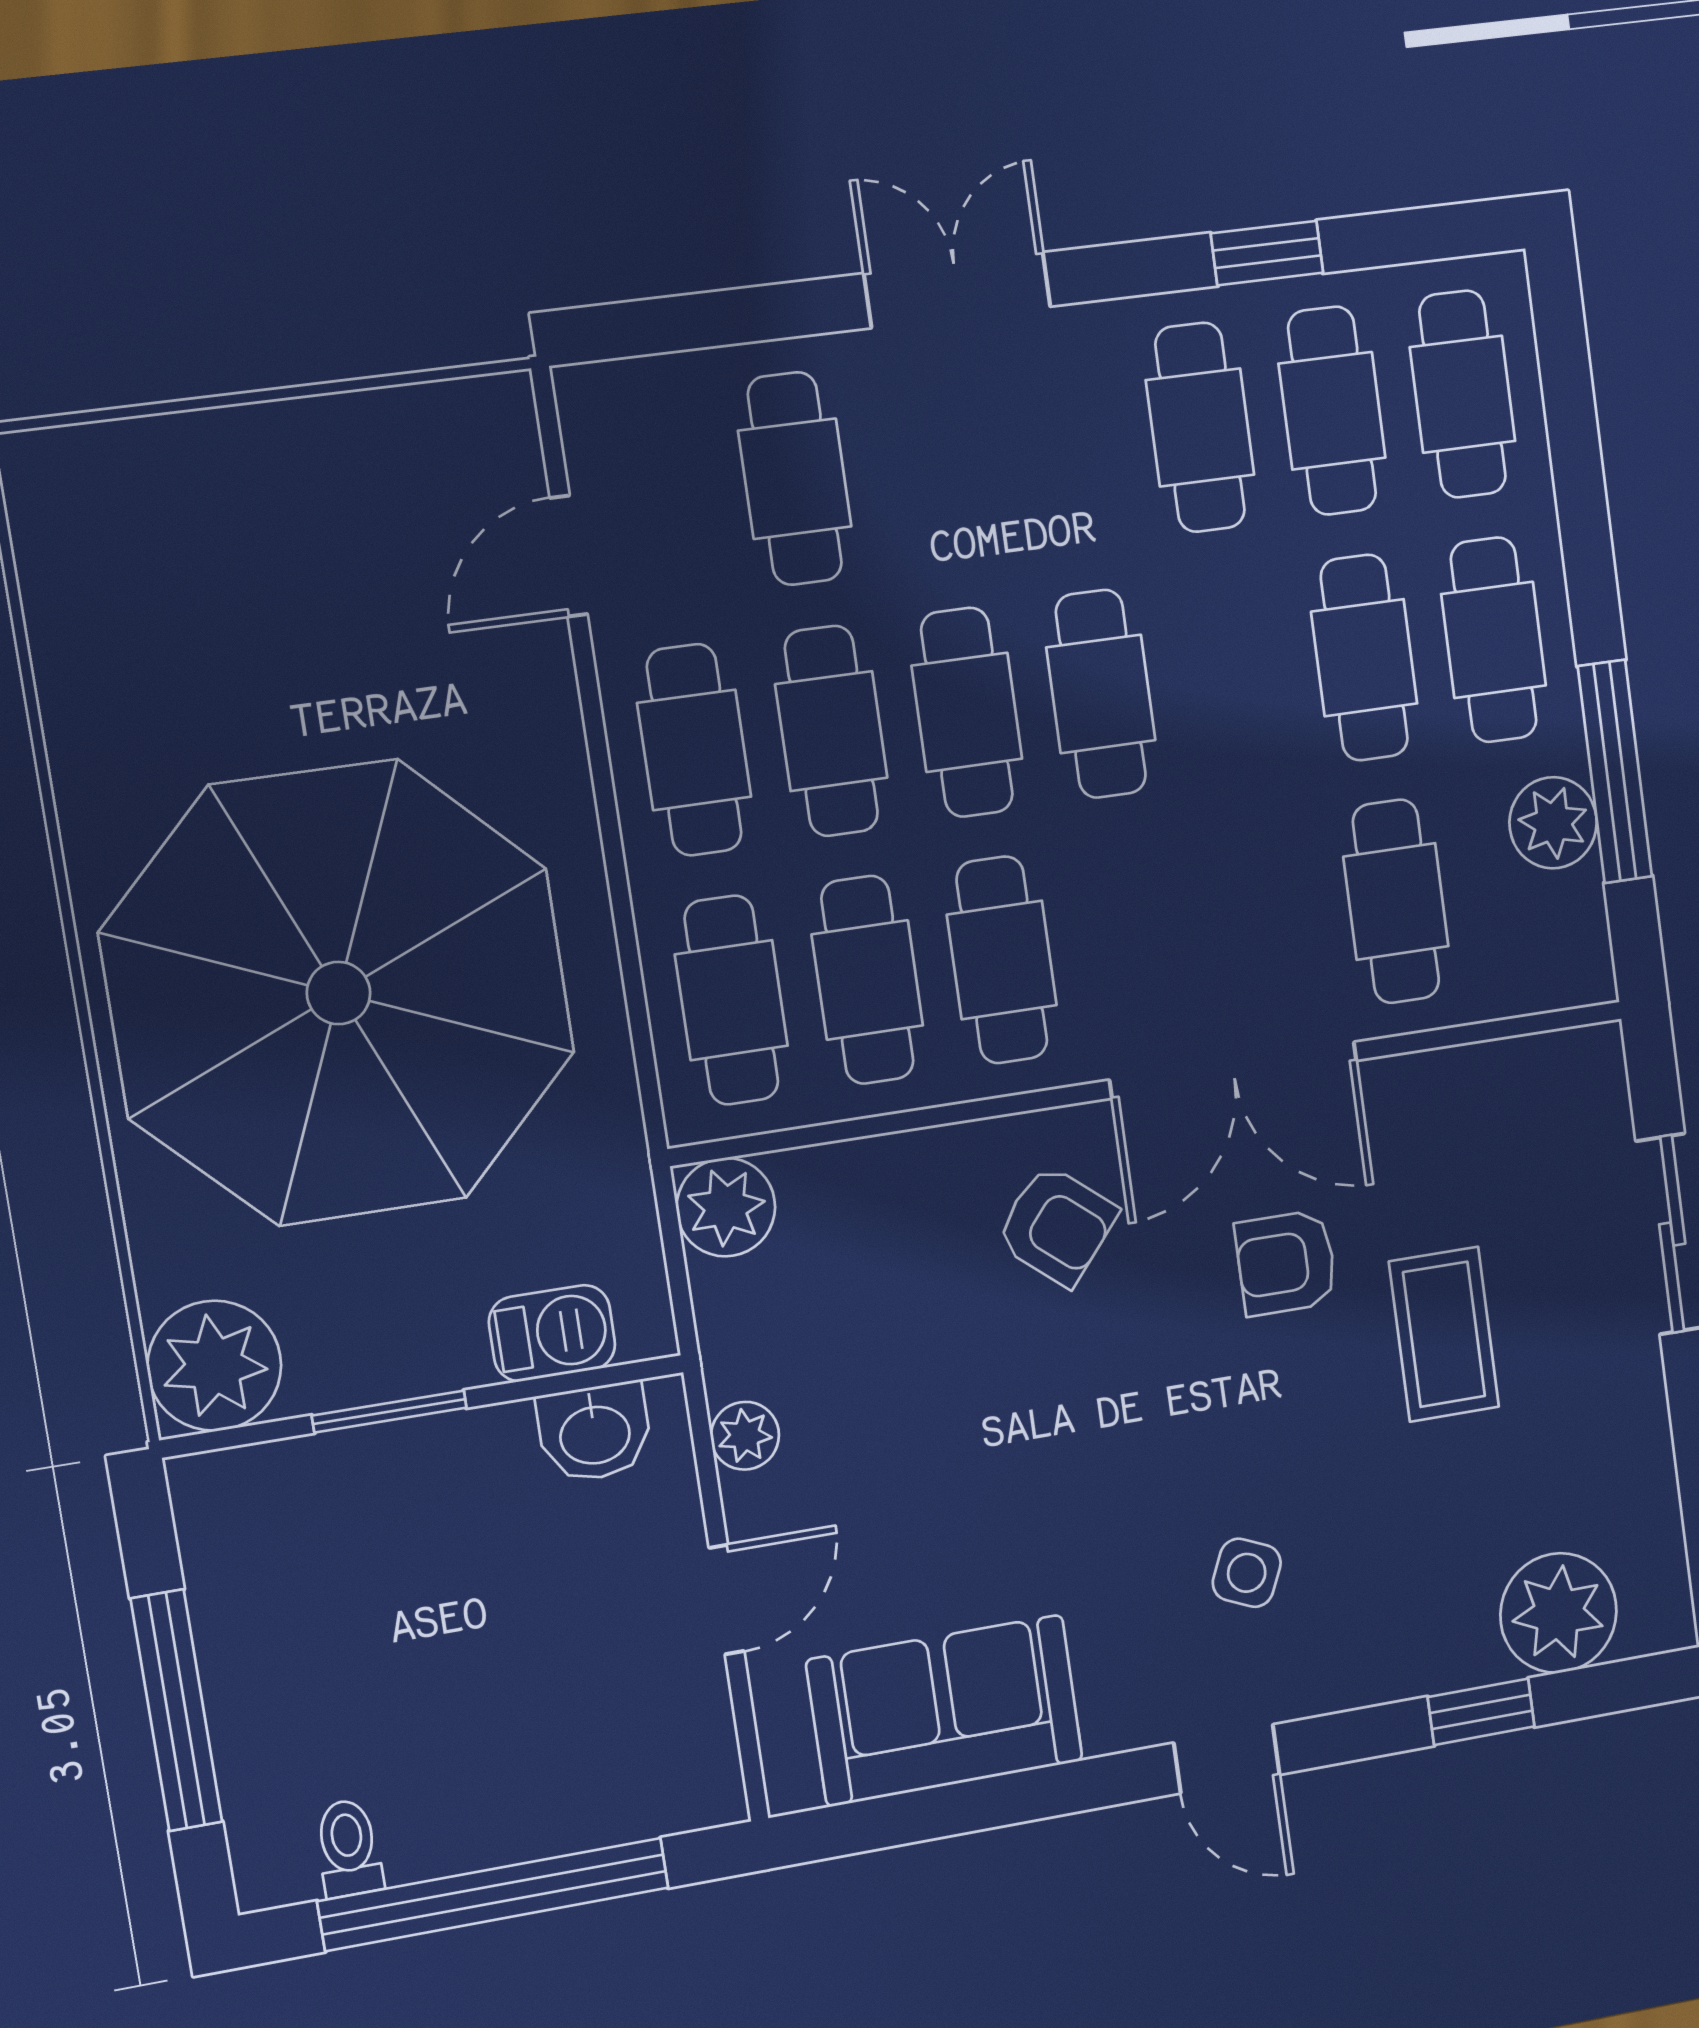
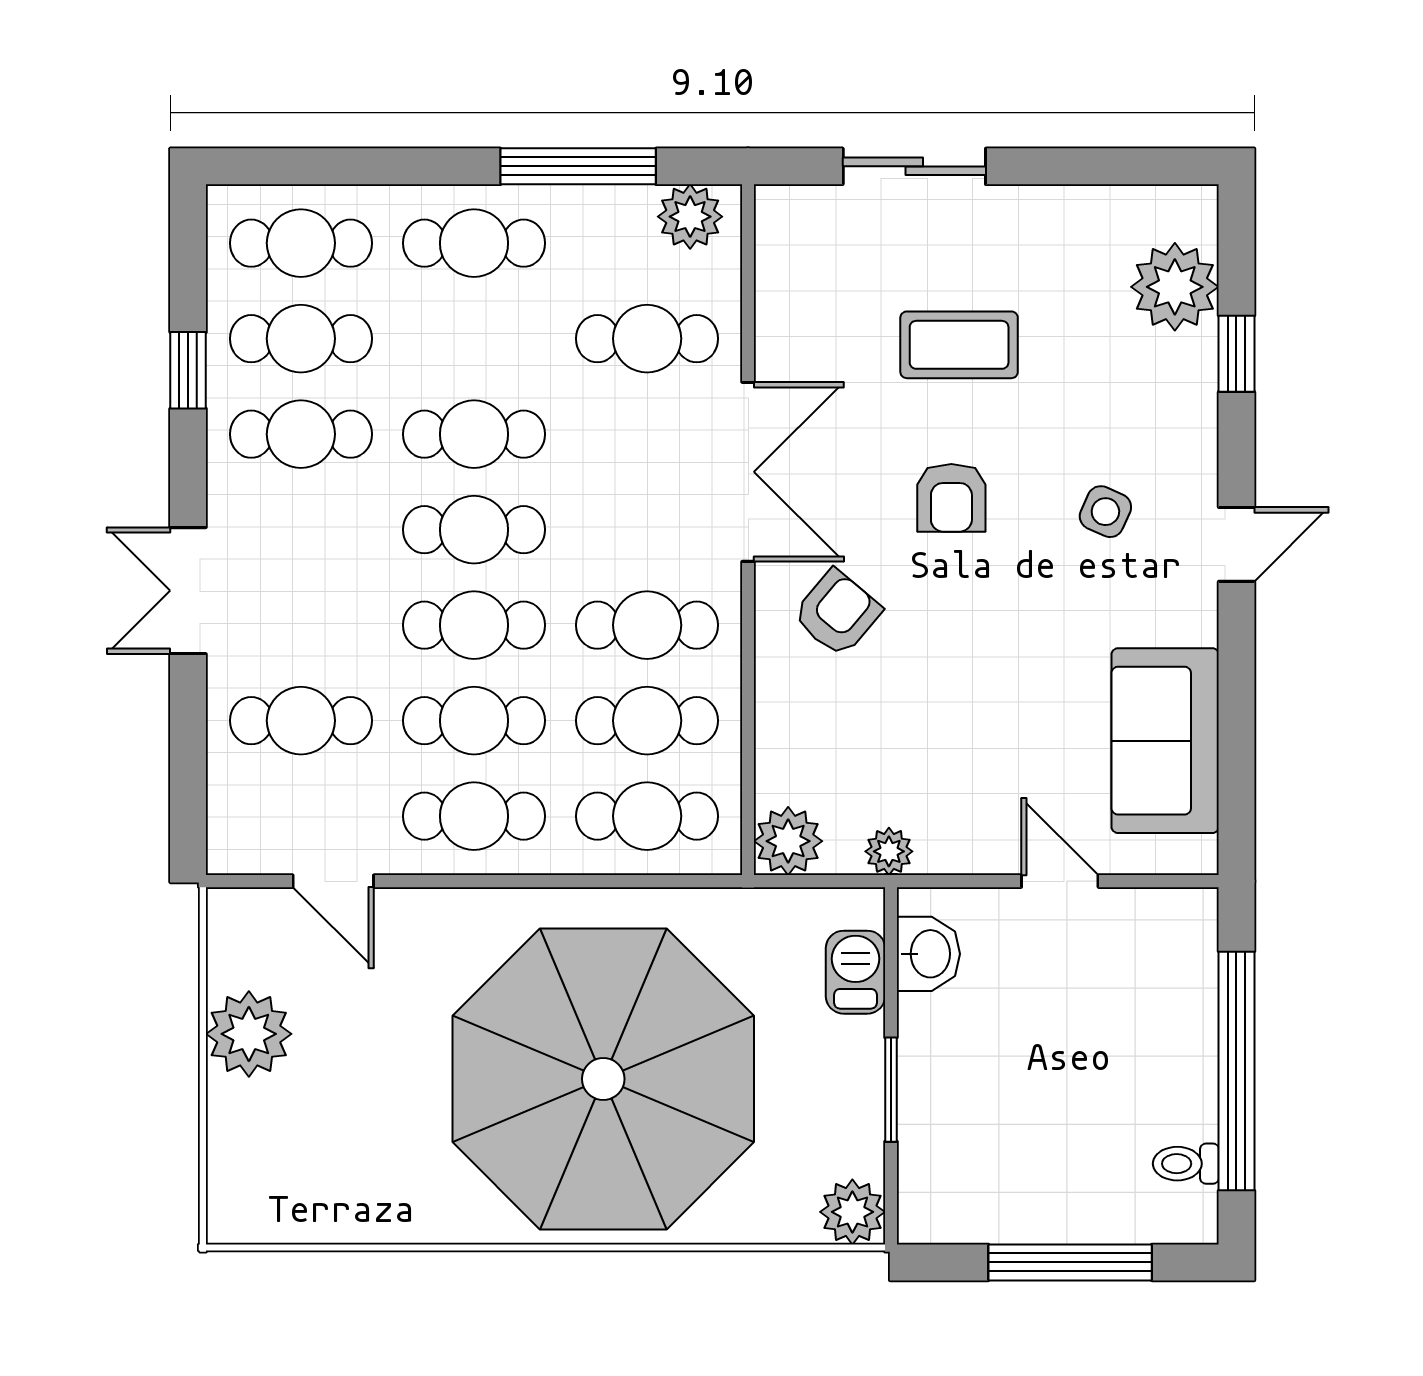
plant: (323, 459) -> (249, 1034), added
cafe table: (1364, 658) -> (474, 434), moved
plant: (1553, 823) -> (690, 217), moved
armchair: (1286, 1263) -> (951, 498), moved
plant: (214, 1366) -> (852, 1212), width x0.73, depth x0.73
plant: (745, 1436) -> (889, 851), moved

